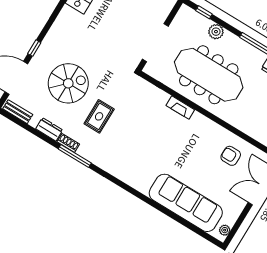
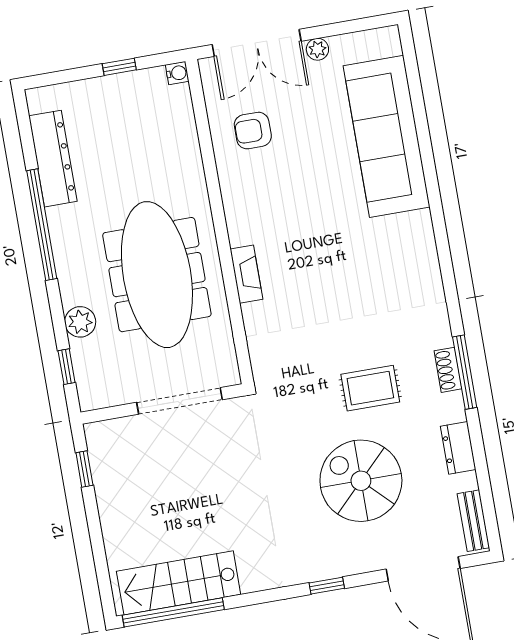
window: (34, 48) -> (327, 586), moved
shoe rack: (68, 143) -> (448, 370), moved
armchair: (231, 156) -> (253, 131), turned 90
plant: (225, 230) -> (317, 49), moved

